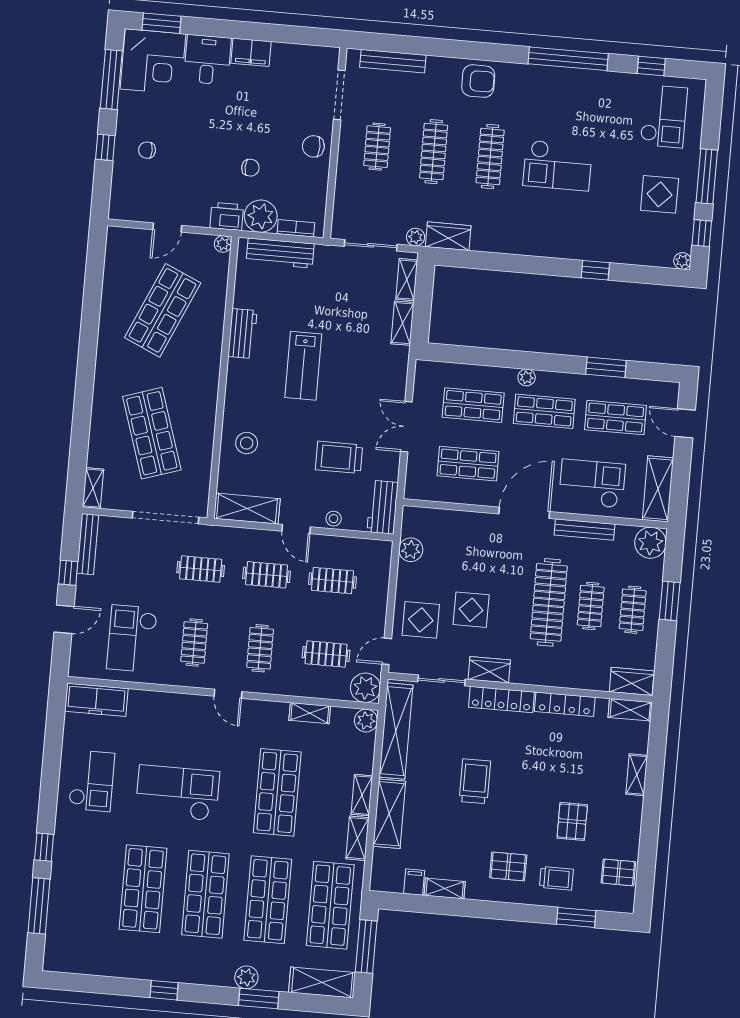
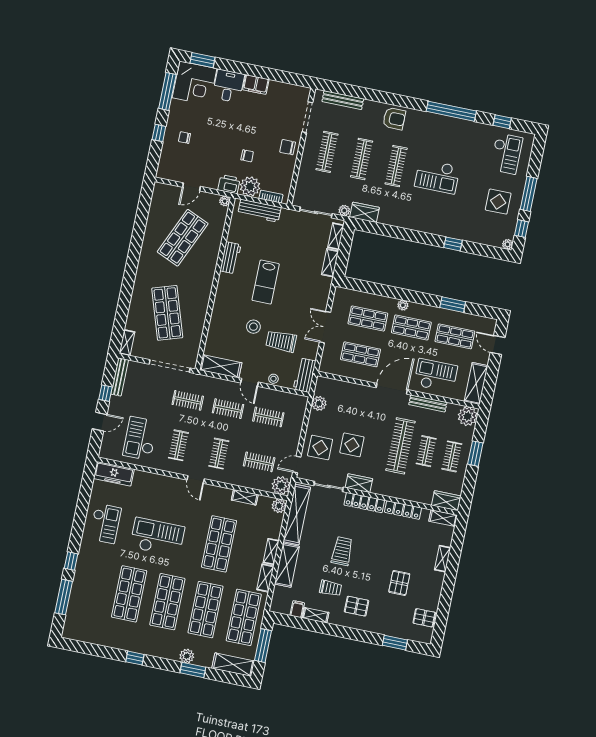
clothes rail: (377, 147) -> (327, 152), width x1.36
stool: (247, 443) -> (253, 327), moved
trolley: (556, 878) -> (331, 588), moved

